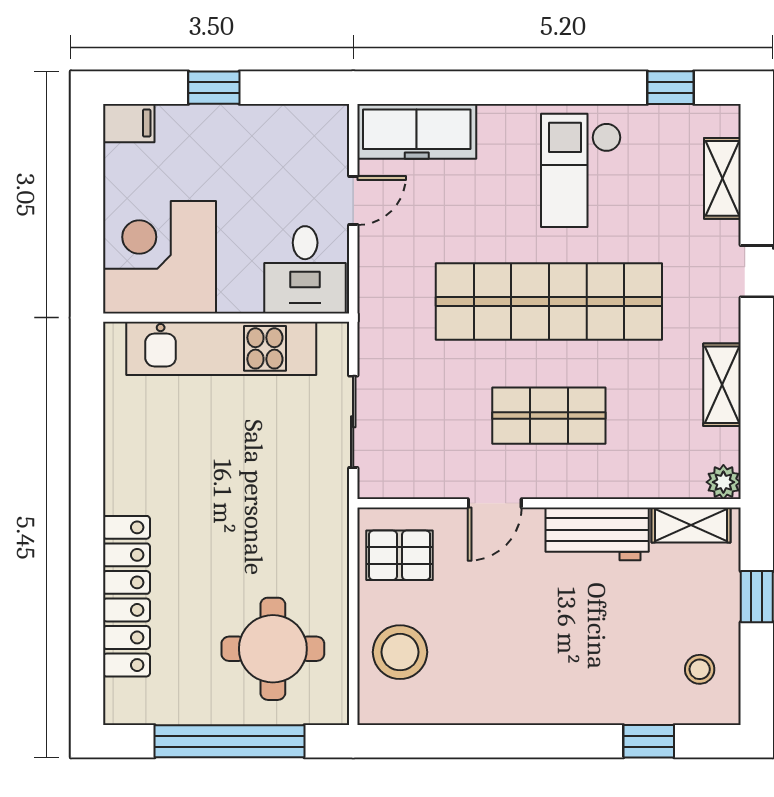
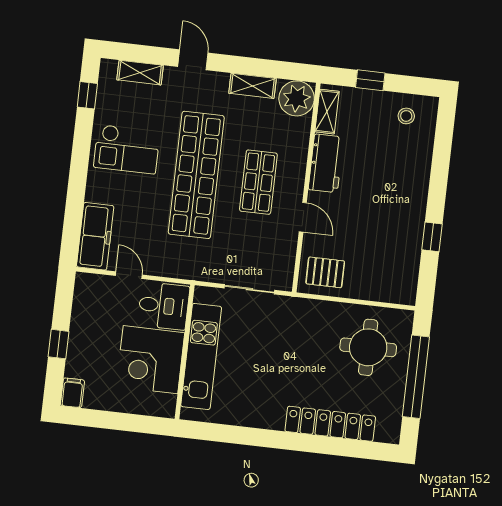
corner desk: (160, 257) -> (150, 360), moved
plant: (723, 482) -> (297, 98), width x1.87, depth x1.87
pallet: (400, 555) -> (325, 272), turned 90
stool: (400, 652) -> (378, 278), removed
window: (649, 741) -> (432, 237), moved

